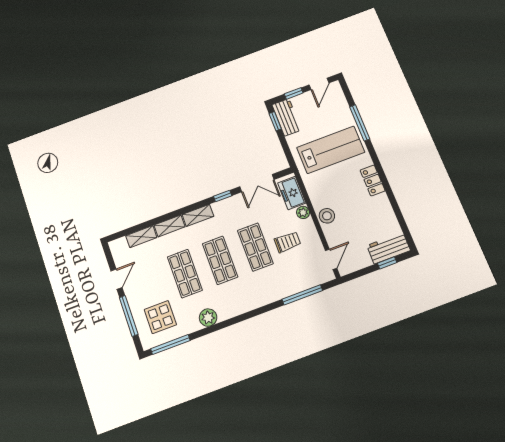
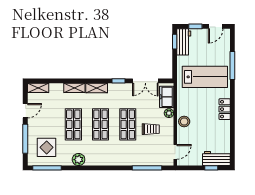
shelving: (141, 237) -> (38, 88), moved

